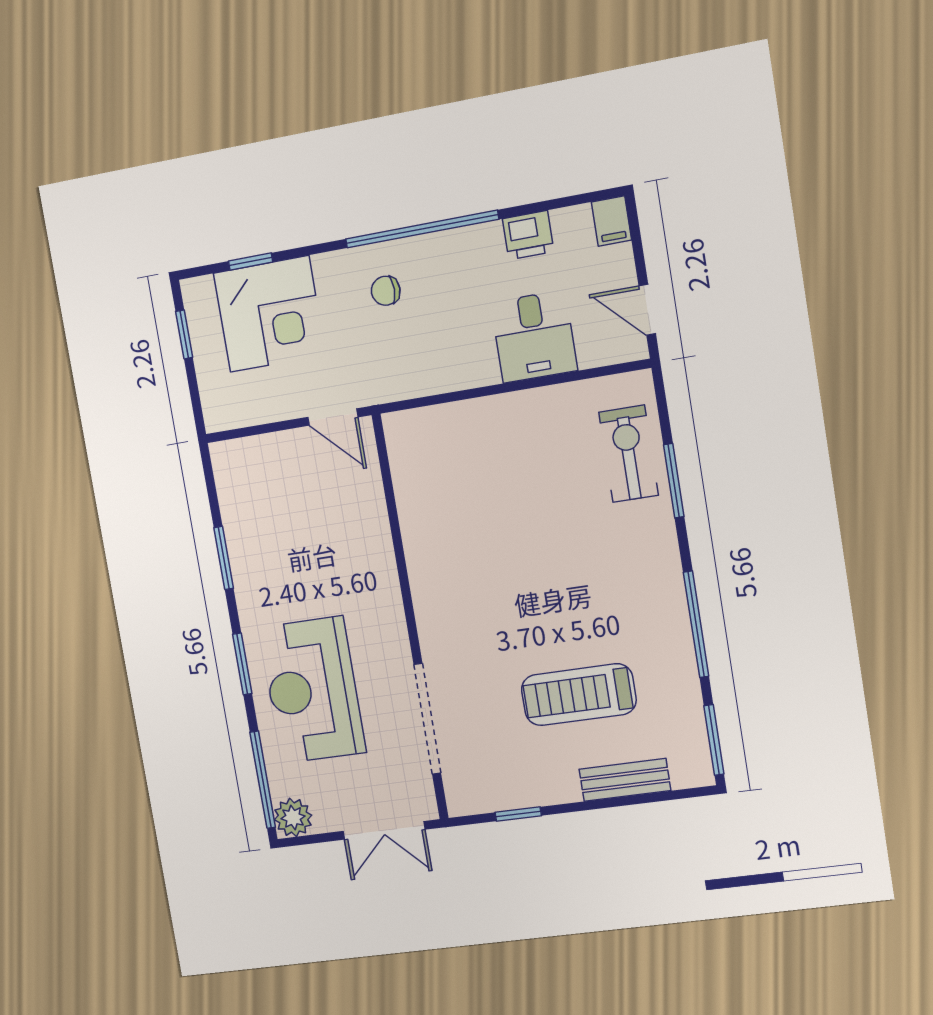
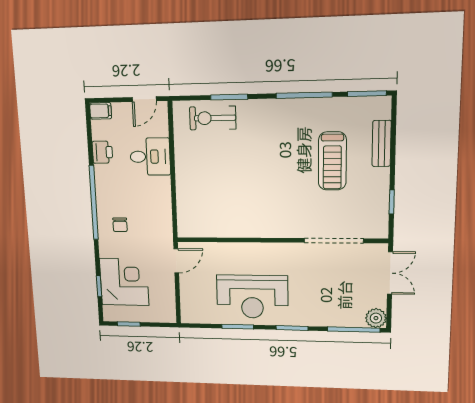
reception desk: (312, 690) -> (252, 297), moved

